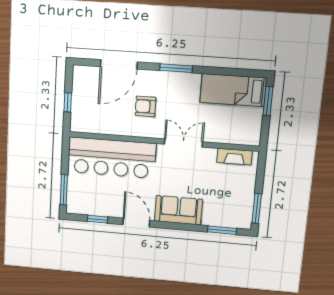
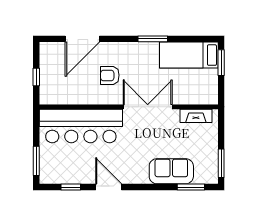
window: (176, 68) -> (153, 39), moved
double door: (183, 143) -> (148, 107), width x1.37
sofa: (178, 210) -> (171, 171), moved

